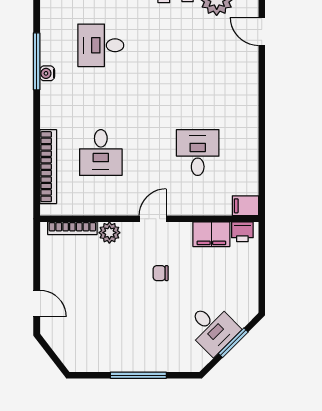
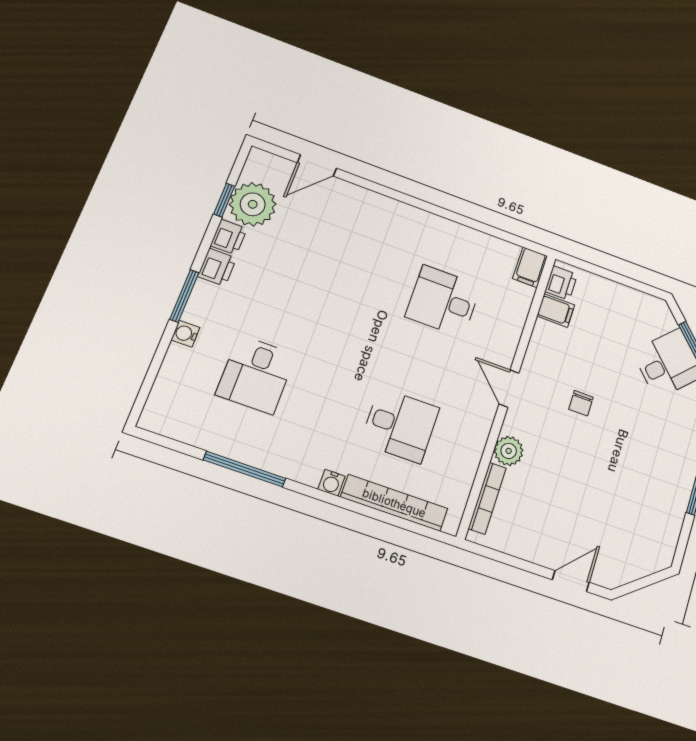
water cooler: (47, 73) -> (332, 483), moved
filing cabinet: (211, 234) -> (556, 311), width x0.50

